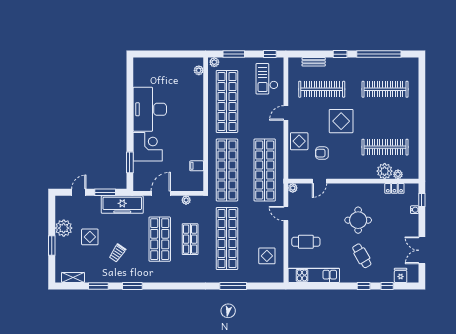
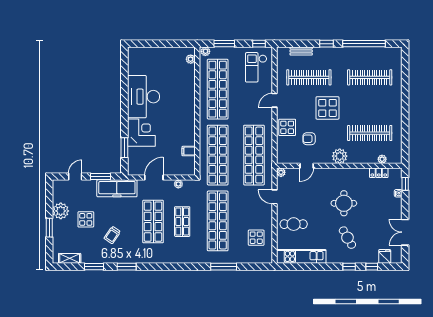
plant: (385, 171) -> (340, 156), moved

